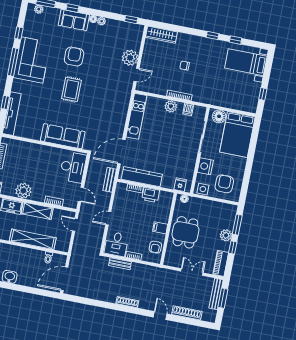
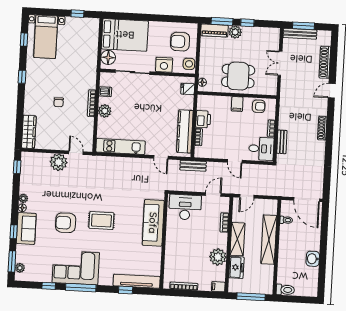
window: (236, 40) -> (24, 40), moved
door: (121, 152) -> (161, 157), width x0.53
piano: (221, 263) -> (214, 30), moved

